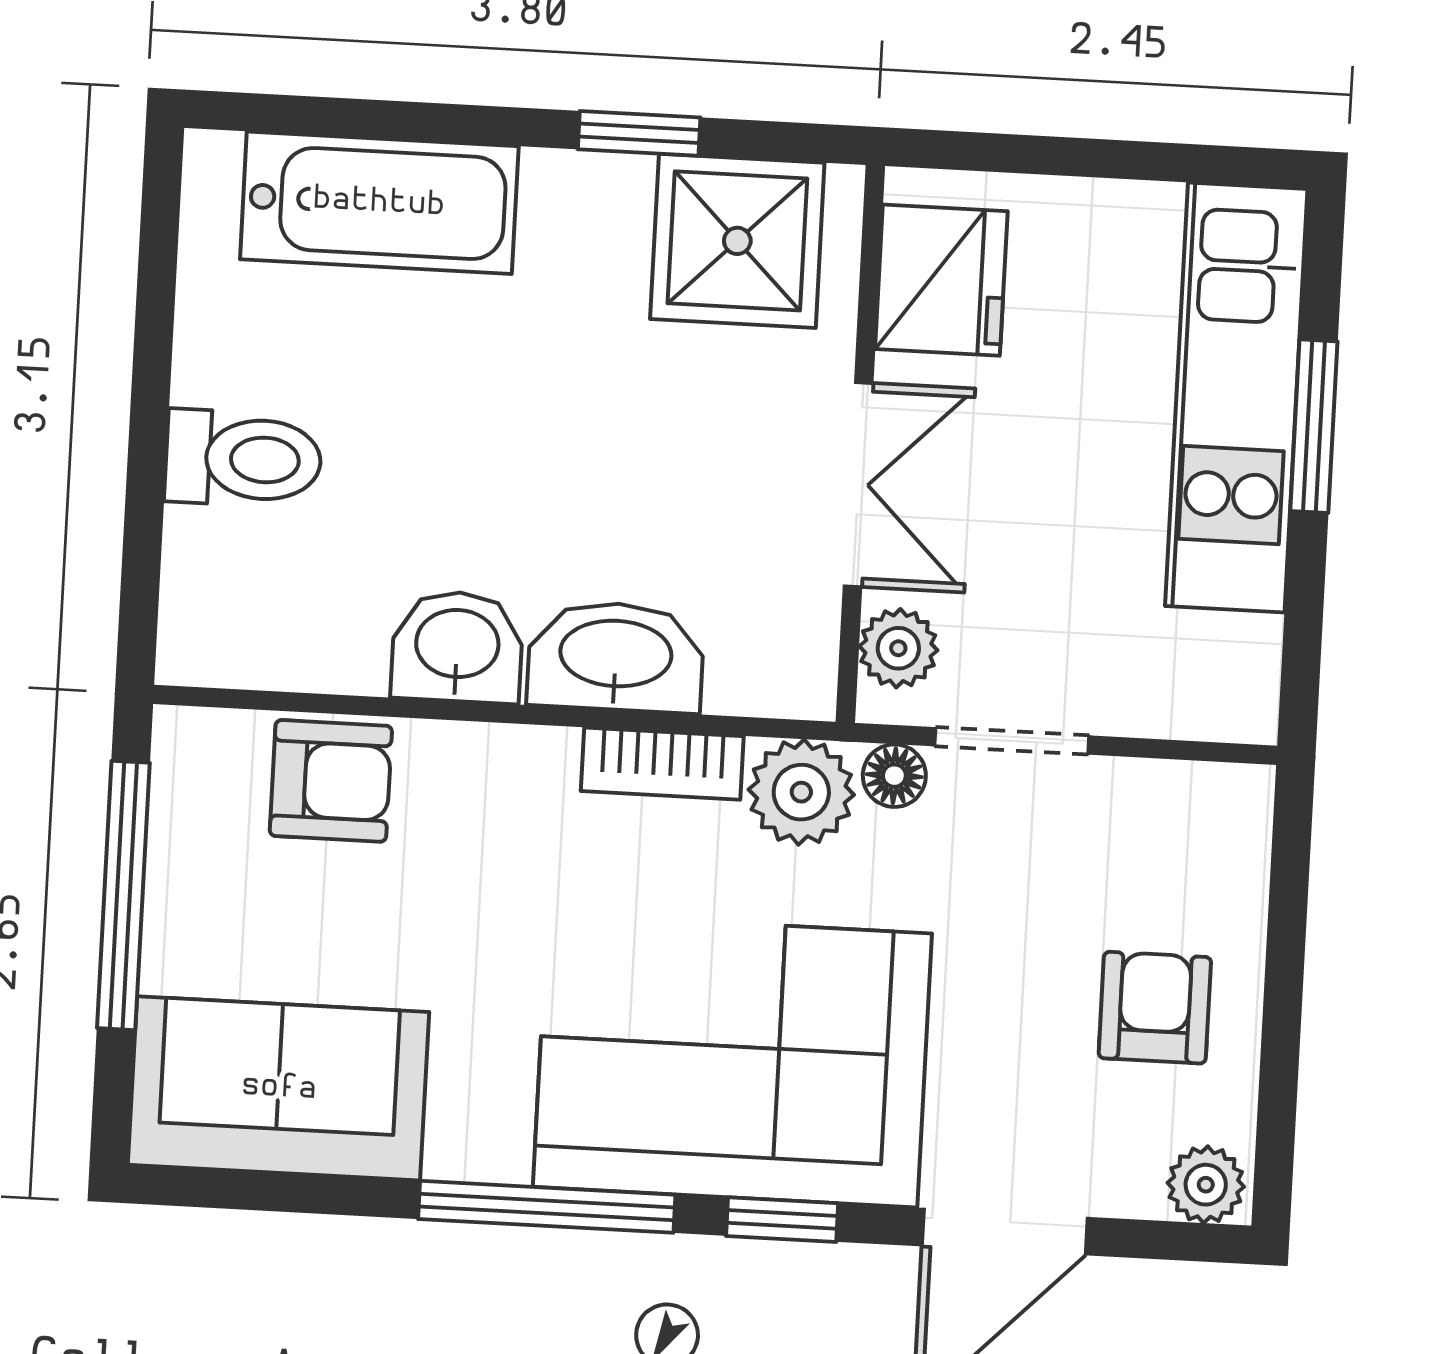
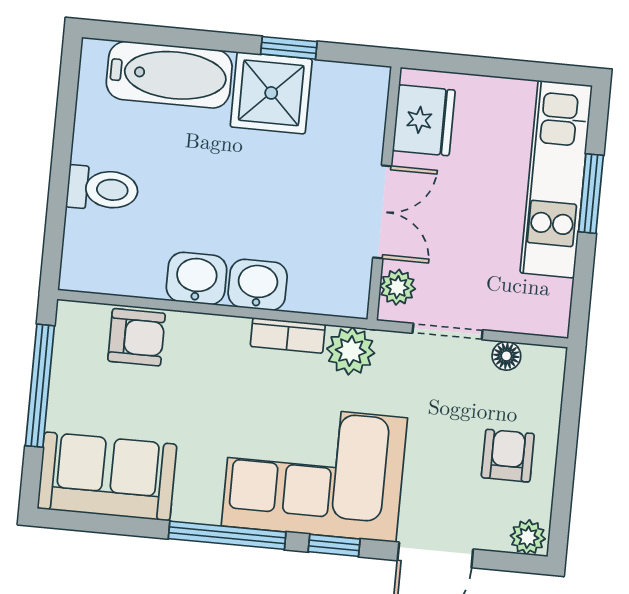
shower: (737, 241) -> (271, 93), moved
washbasin: (616, 657) -> (258, 285), width x0.72
floor lamp: (894, 776) -> (506, 356), moved

